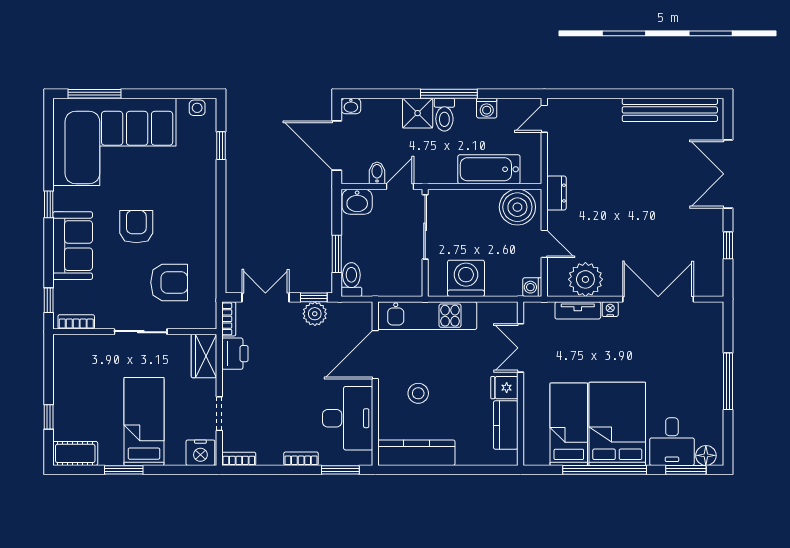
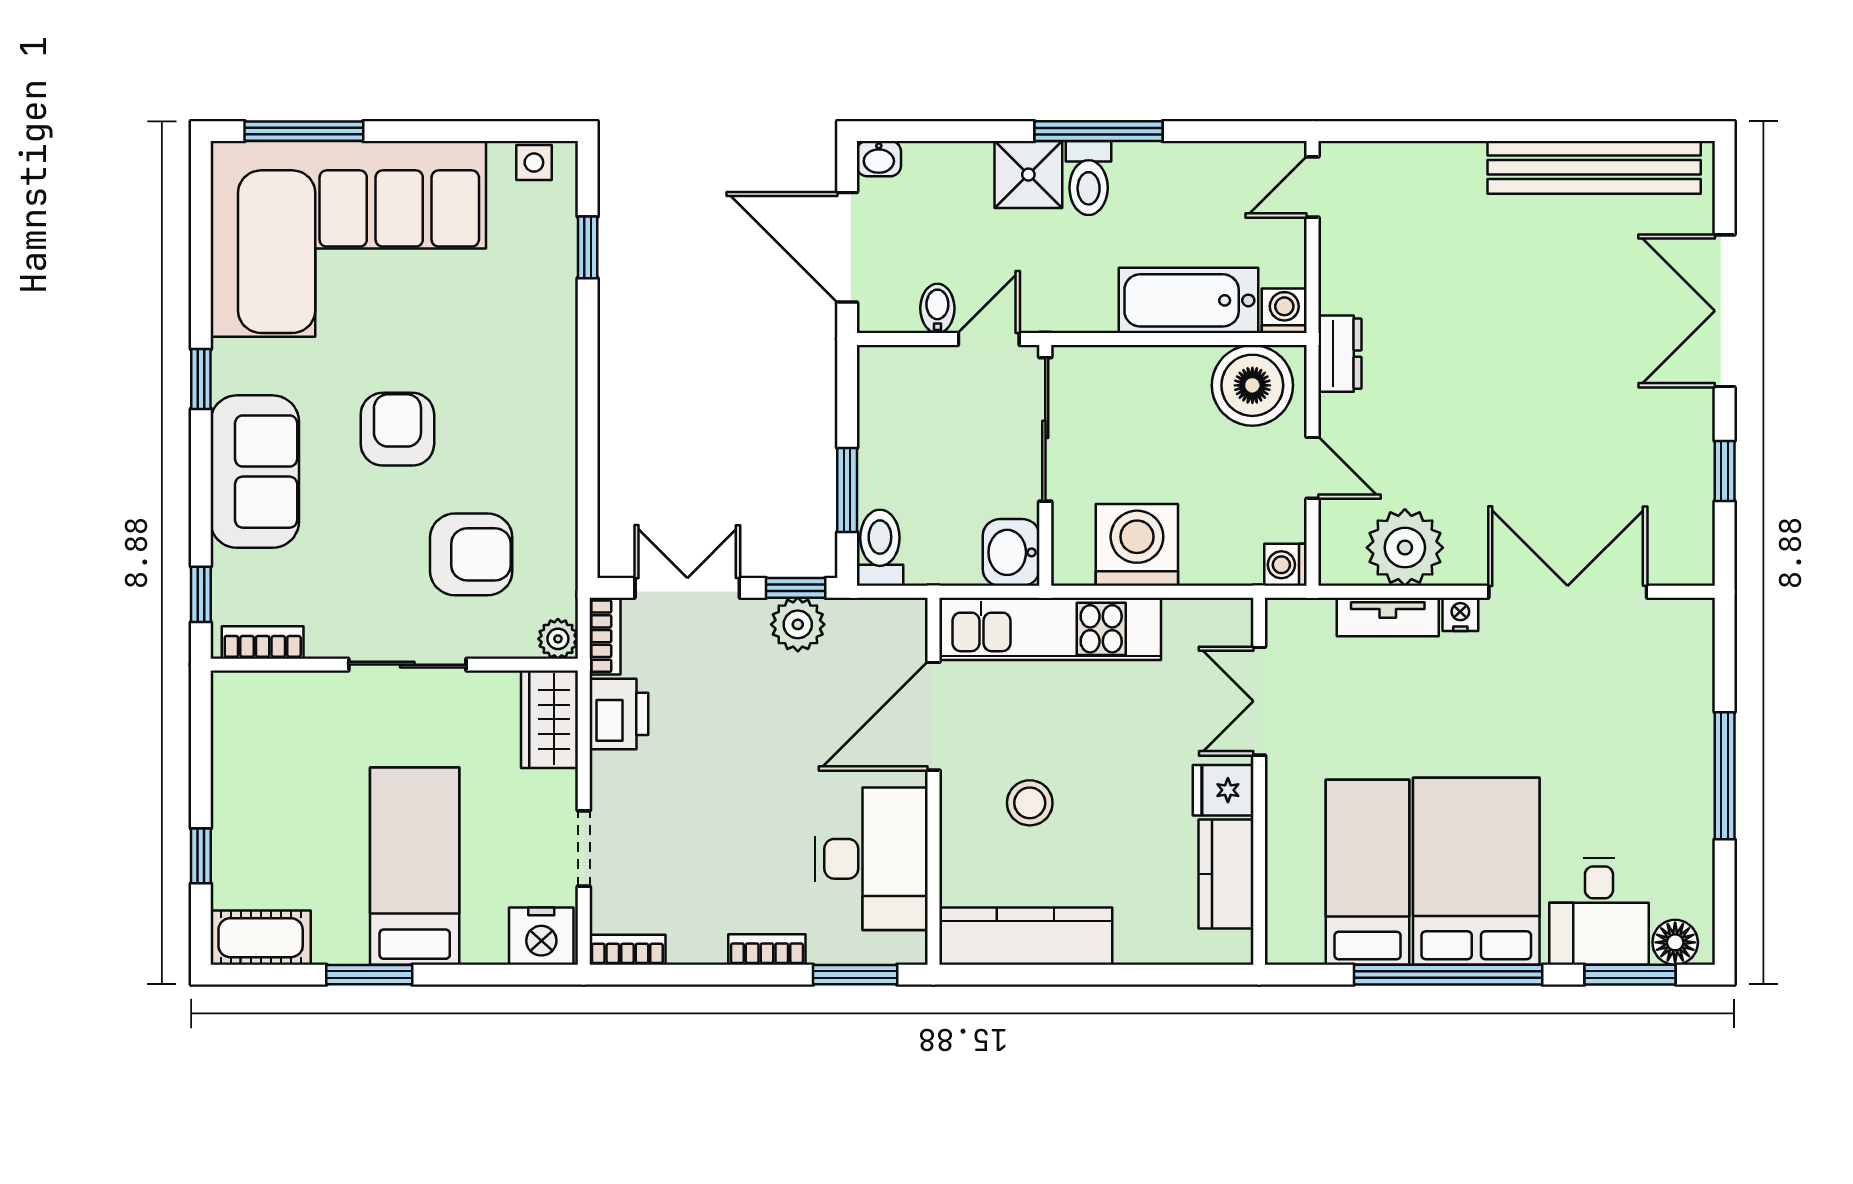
washing machine: (487, 108) -> (1284, 311), moved, turned 180
washbasin: (357, 202) -> (1011, 552), moved, turned 90
plant: (208, 320) -> (558, 639), added

